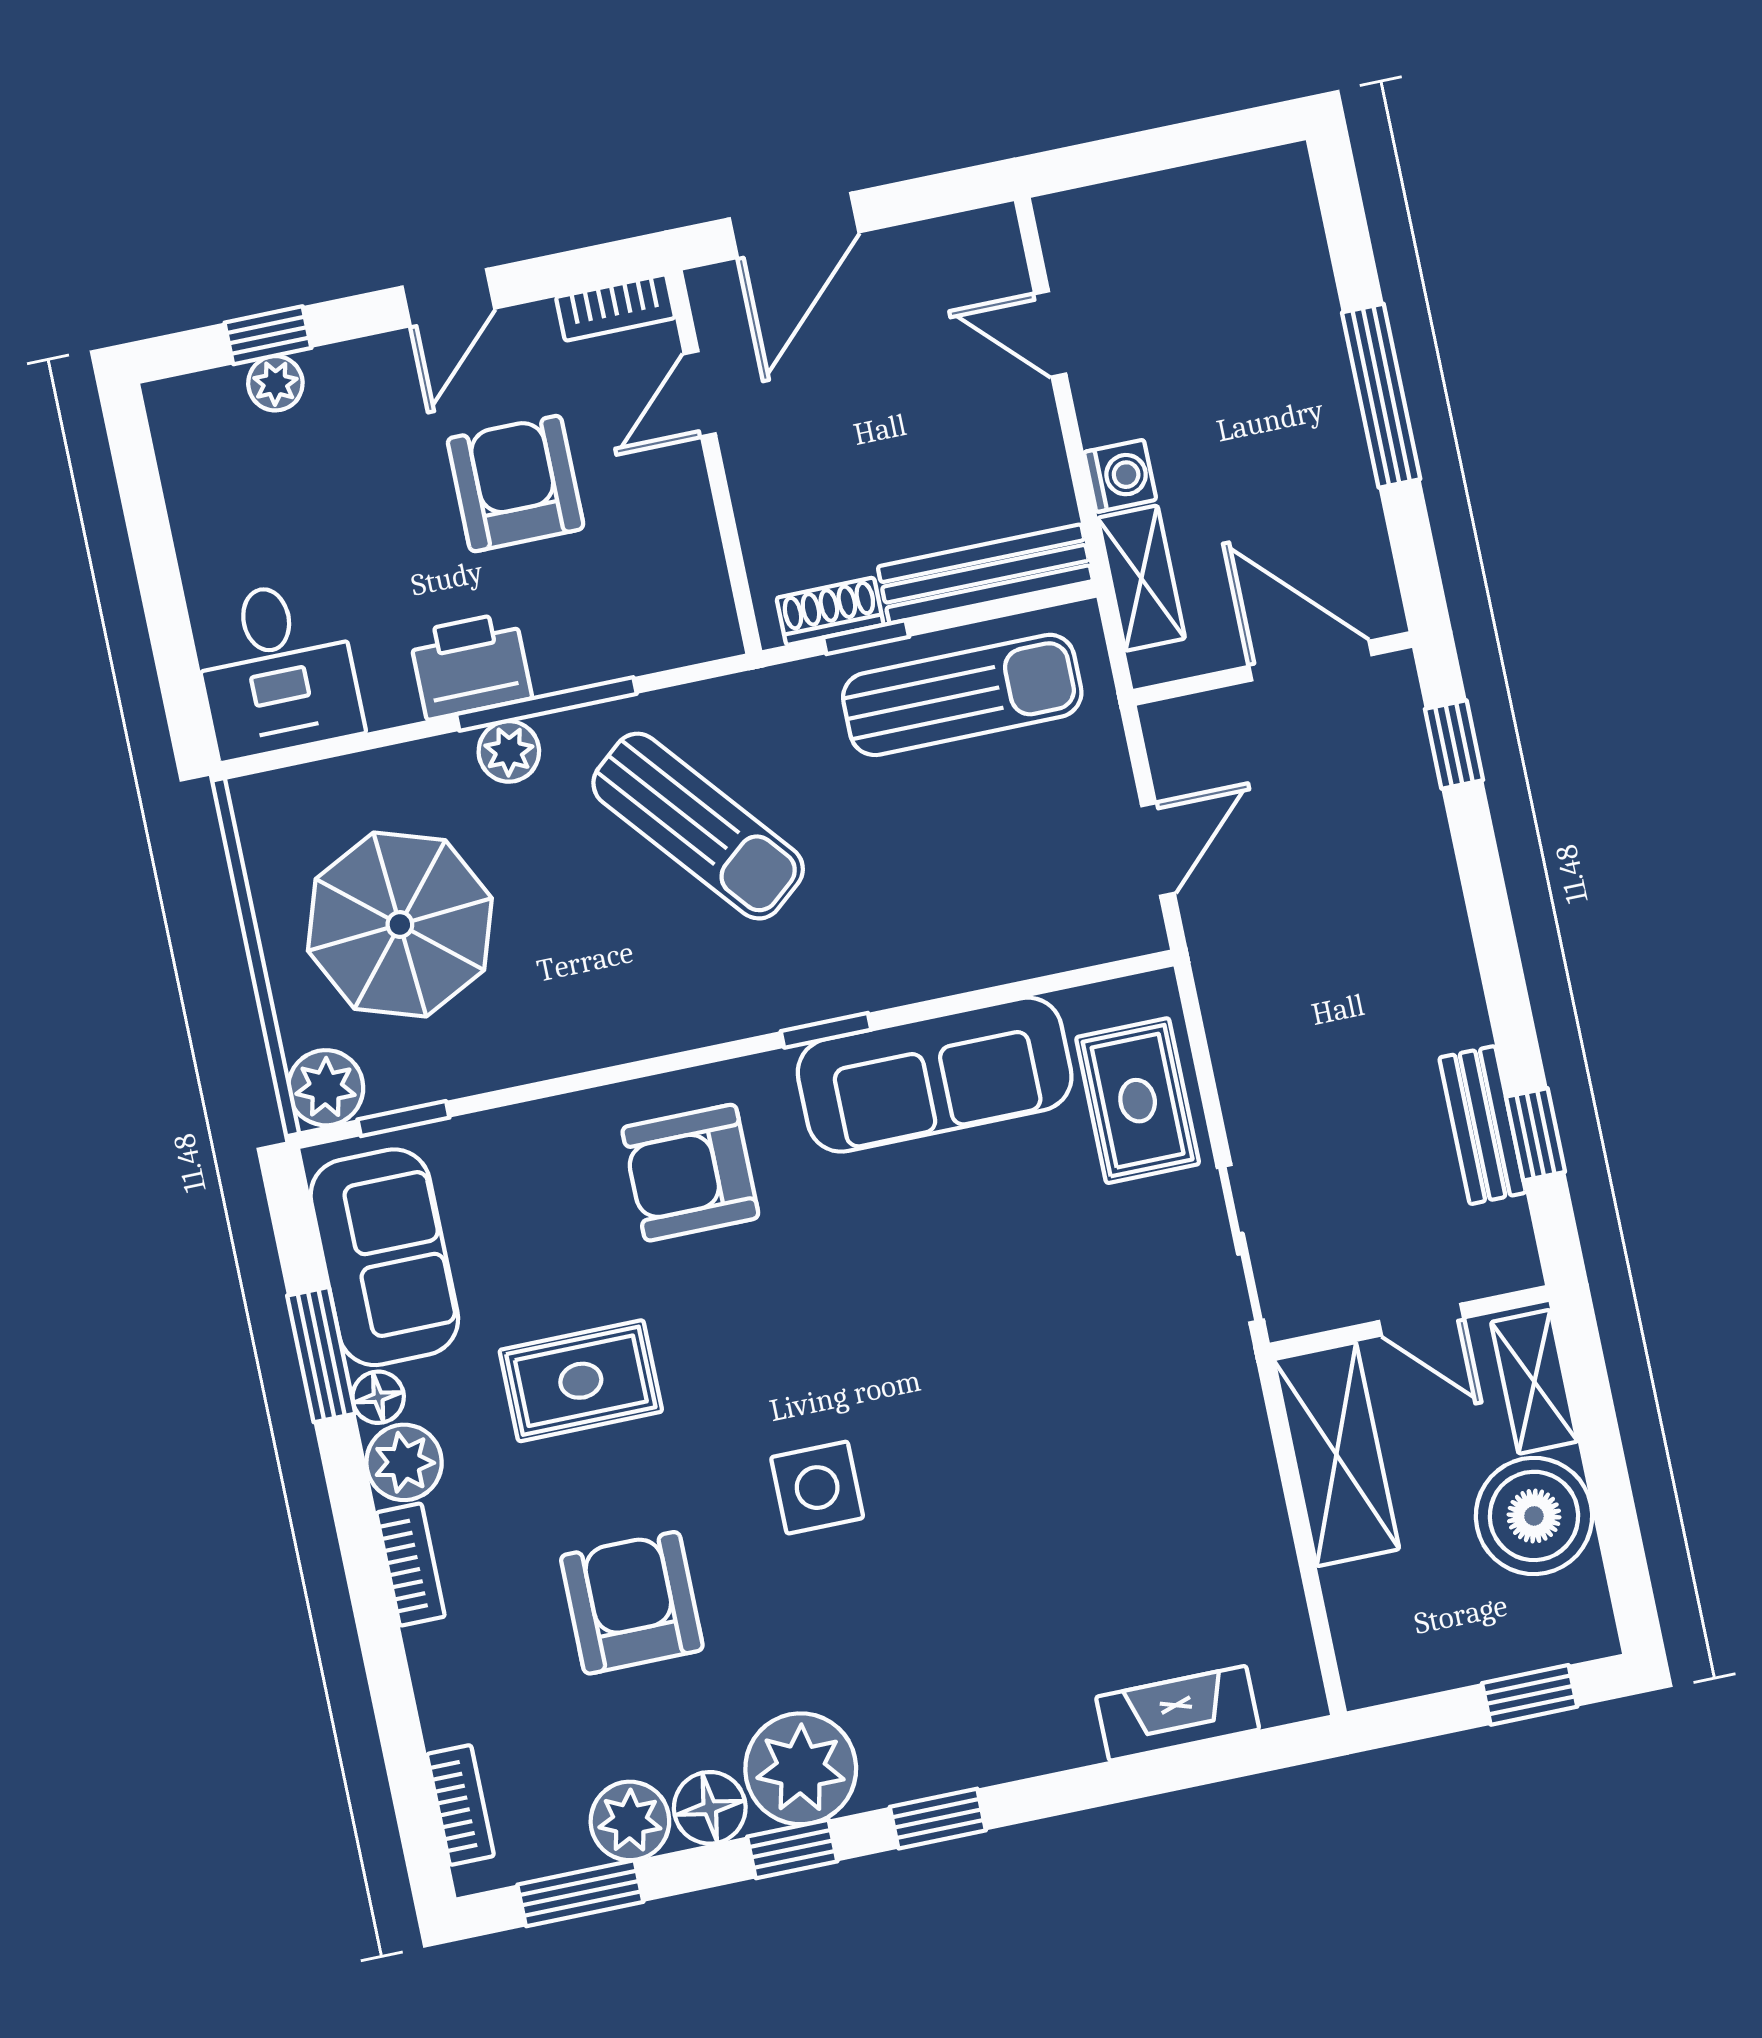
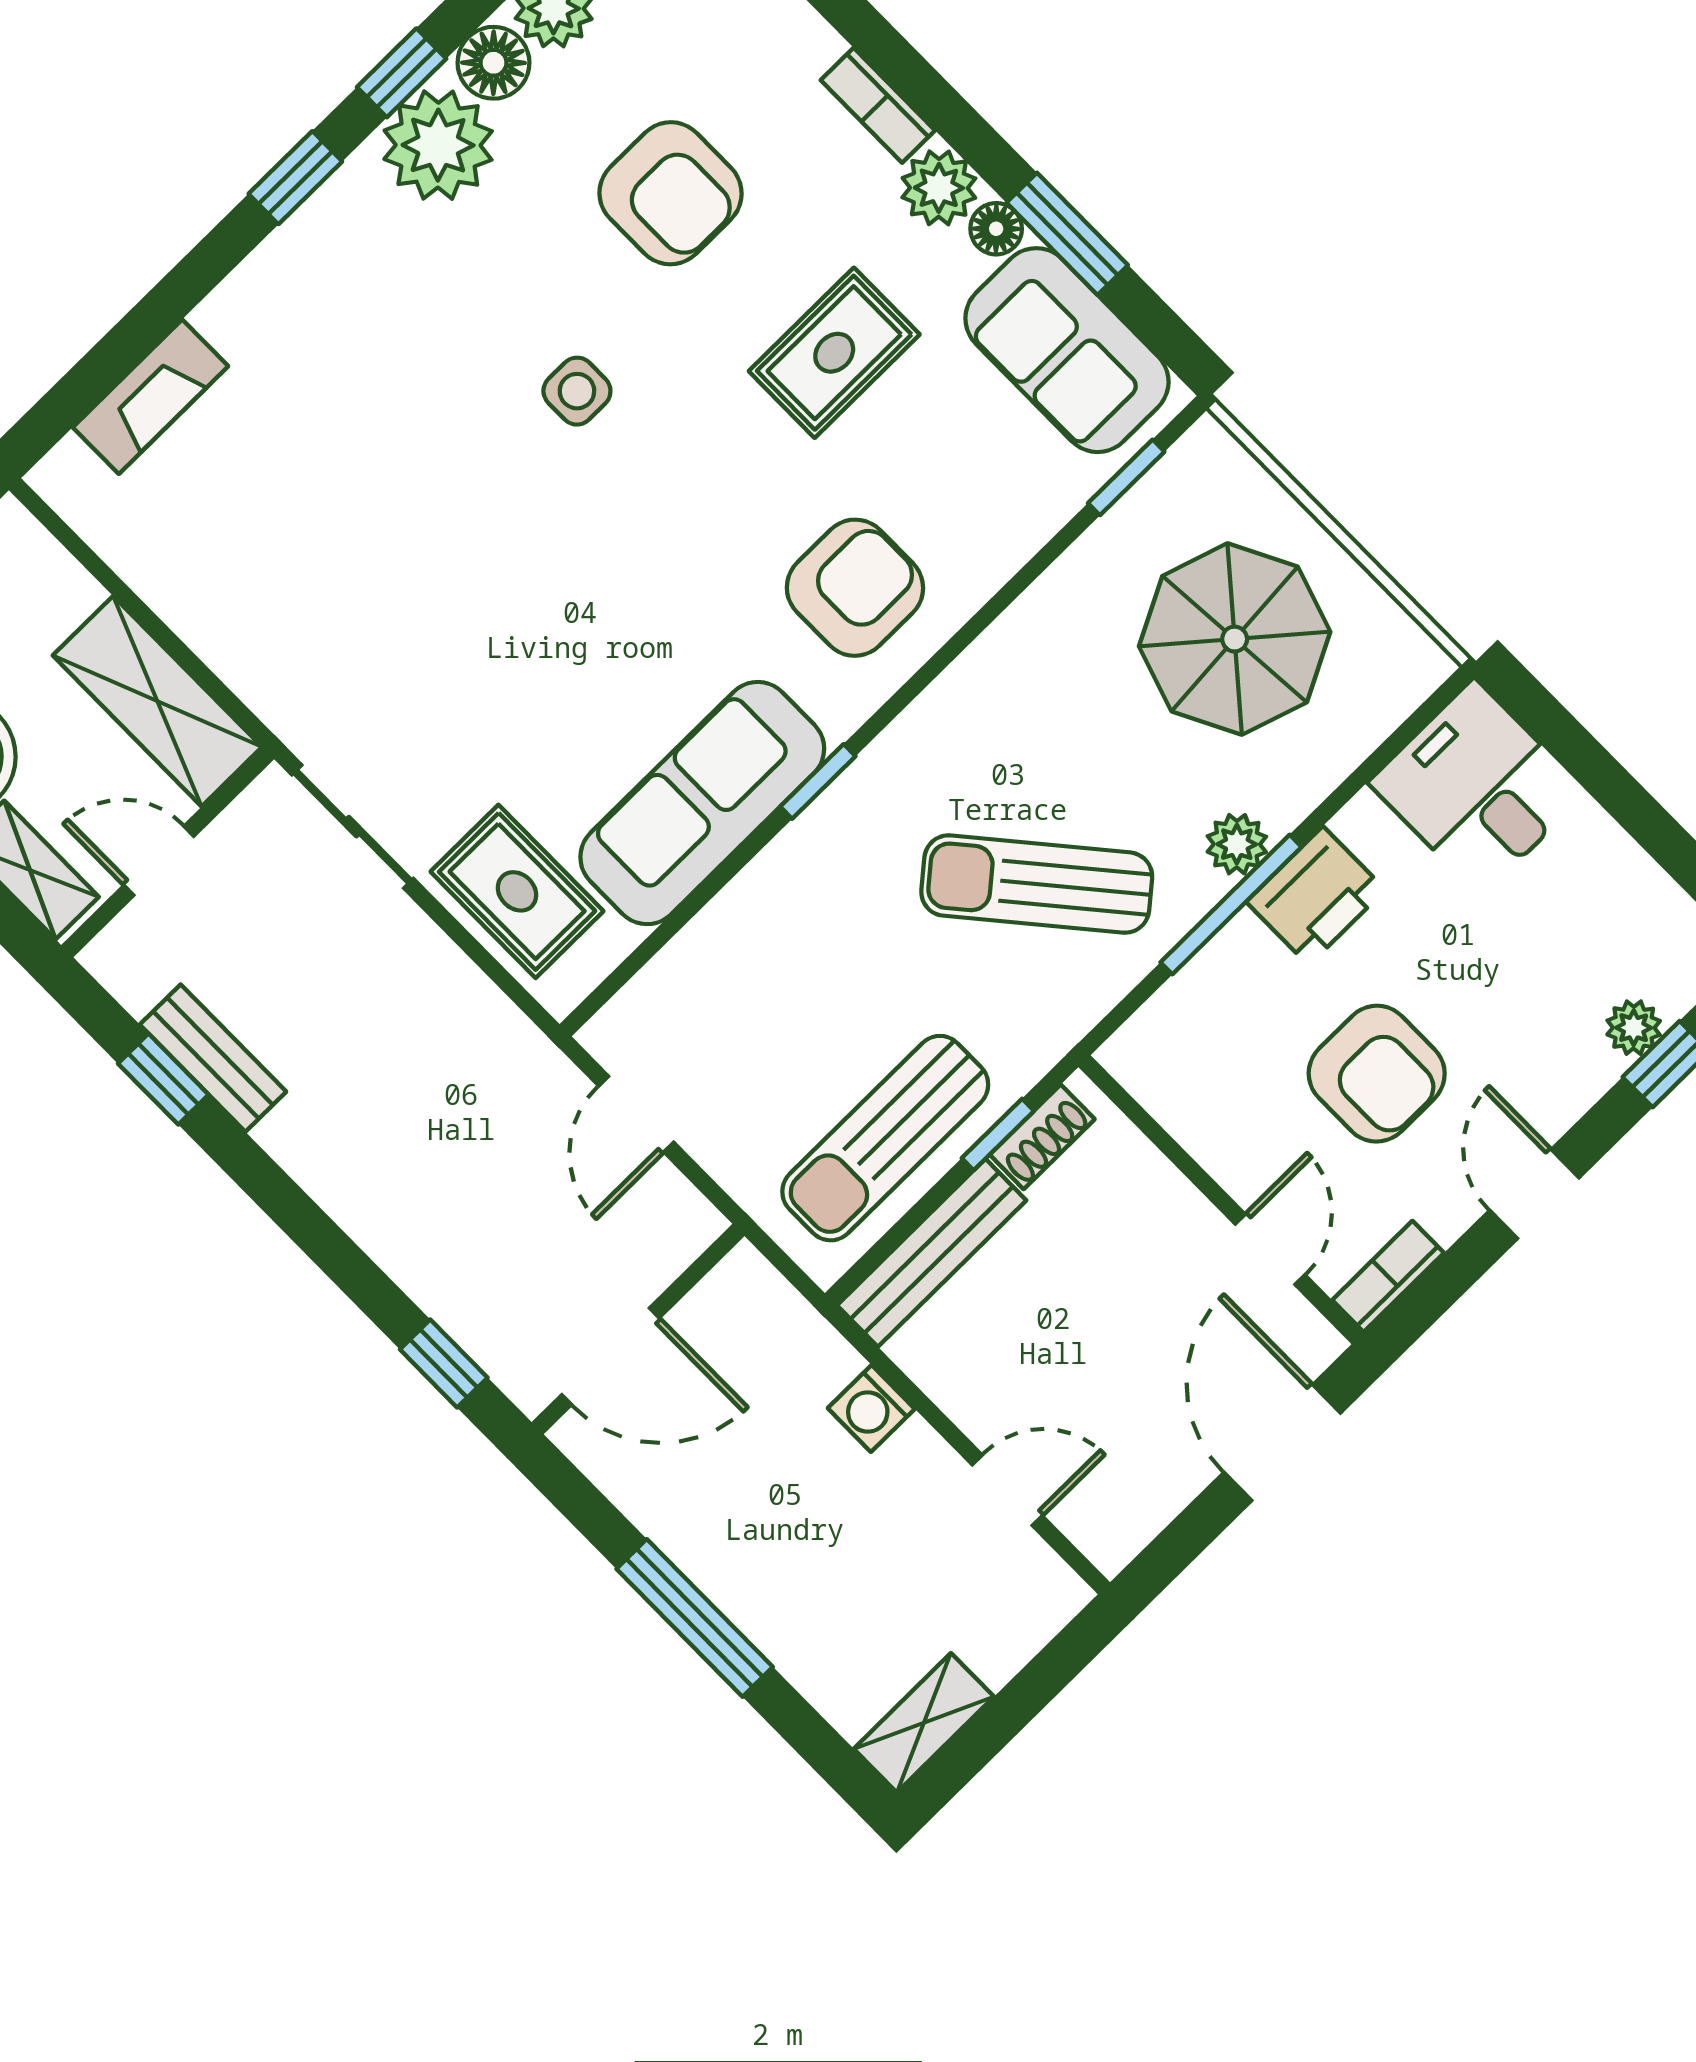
shelving: (1141, 578) -> (924, 1723), moved, turned 90
plant: (326, 1088) -> (1209, 461), removed
side table: (817, 1488) -> (577, 391), width x0.73, depth x0.73

